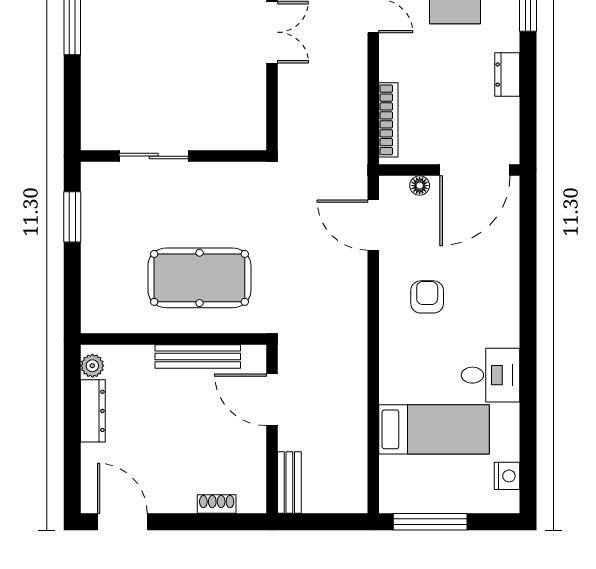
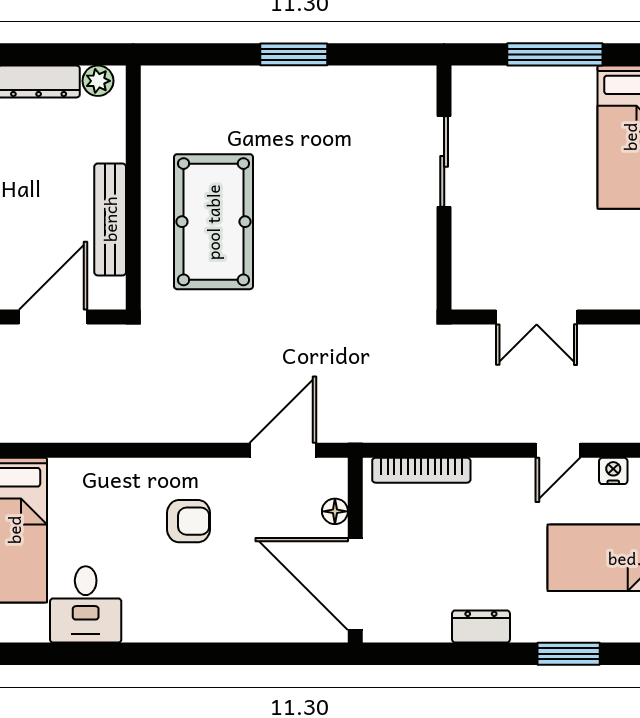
sliding door: (154, 156) -> (444, 161), moved
wall: (174, 156) -> (444, 188), moved

